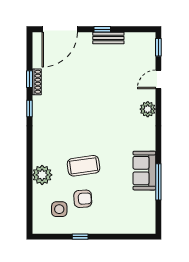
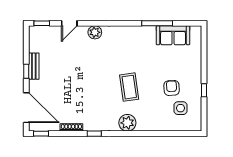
window: (29, 79) -> (41, 134), moved
door: (158, 79) -> (69, 23), hinge flipped
coffee table: (84, 166) -> (129, 87), moved
sofa: (144, 171) -> (173, 35), moved
plant: (42, 175) -> (127, 123), moved

